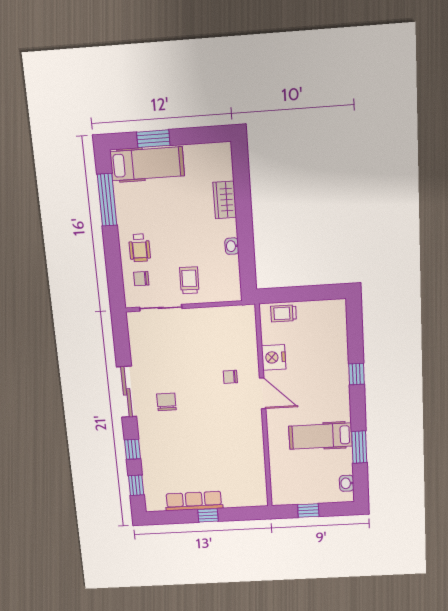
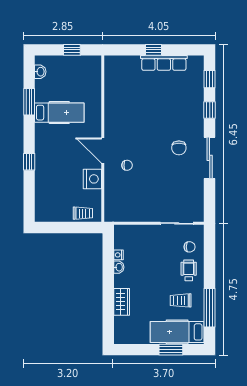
nightstand: (233, 262) -> (118, 255), added
trolley: (189, 280) -> (181, 300), moved, turned 89

